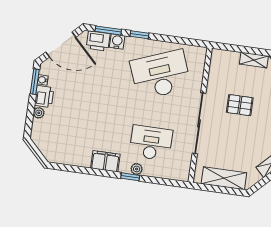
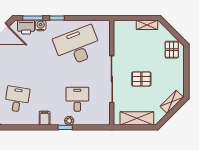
pallet: (240, 105) -> (141, 79), moved
desk: (74, 132) -> (17, 99), added
desk: (151, 143) -> (77, 99), width x0.73
filing cabinet: (105, 161) -> (45, 118), width x0.50

